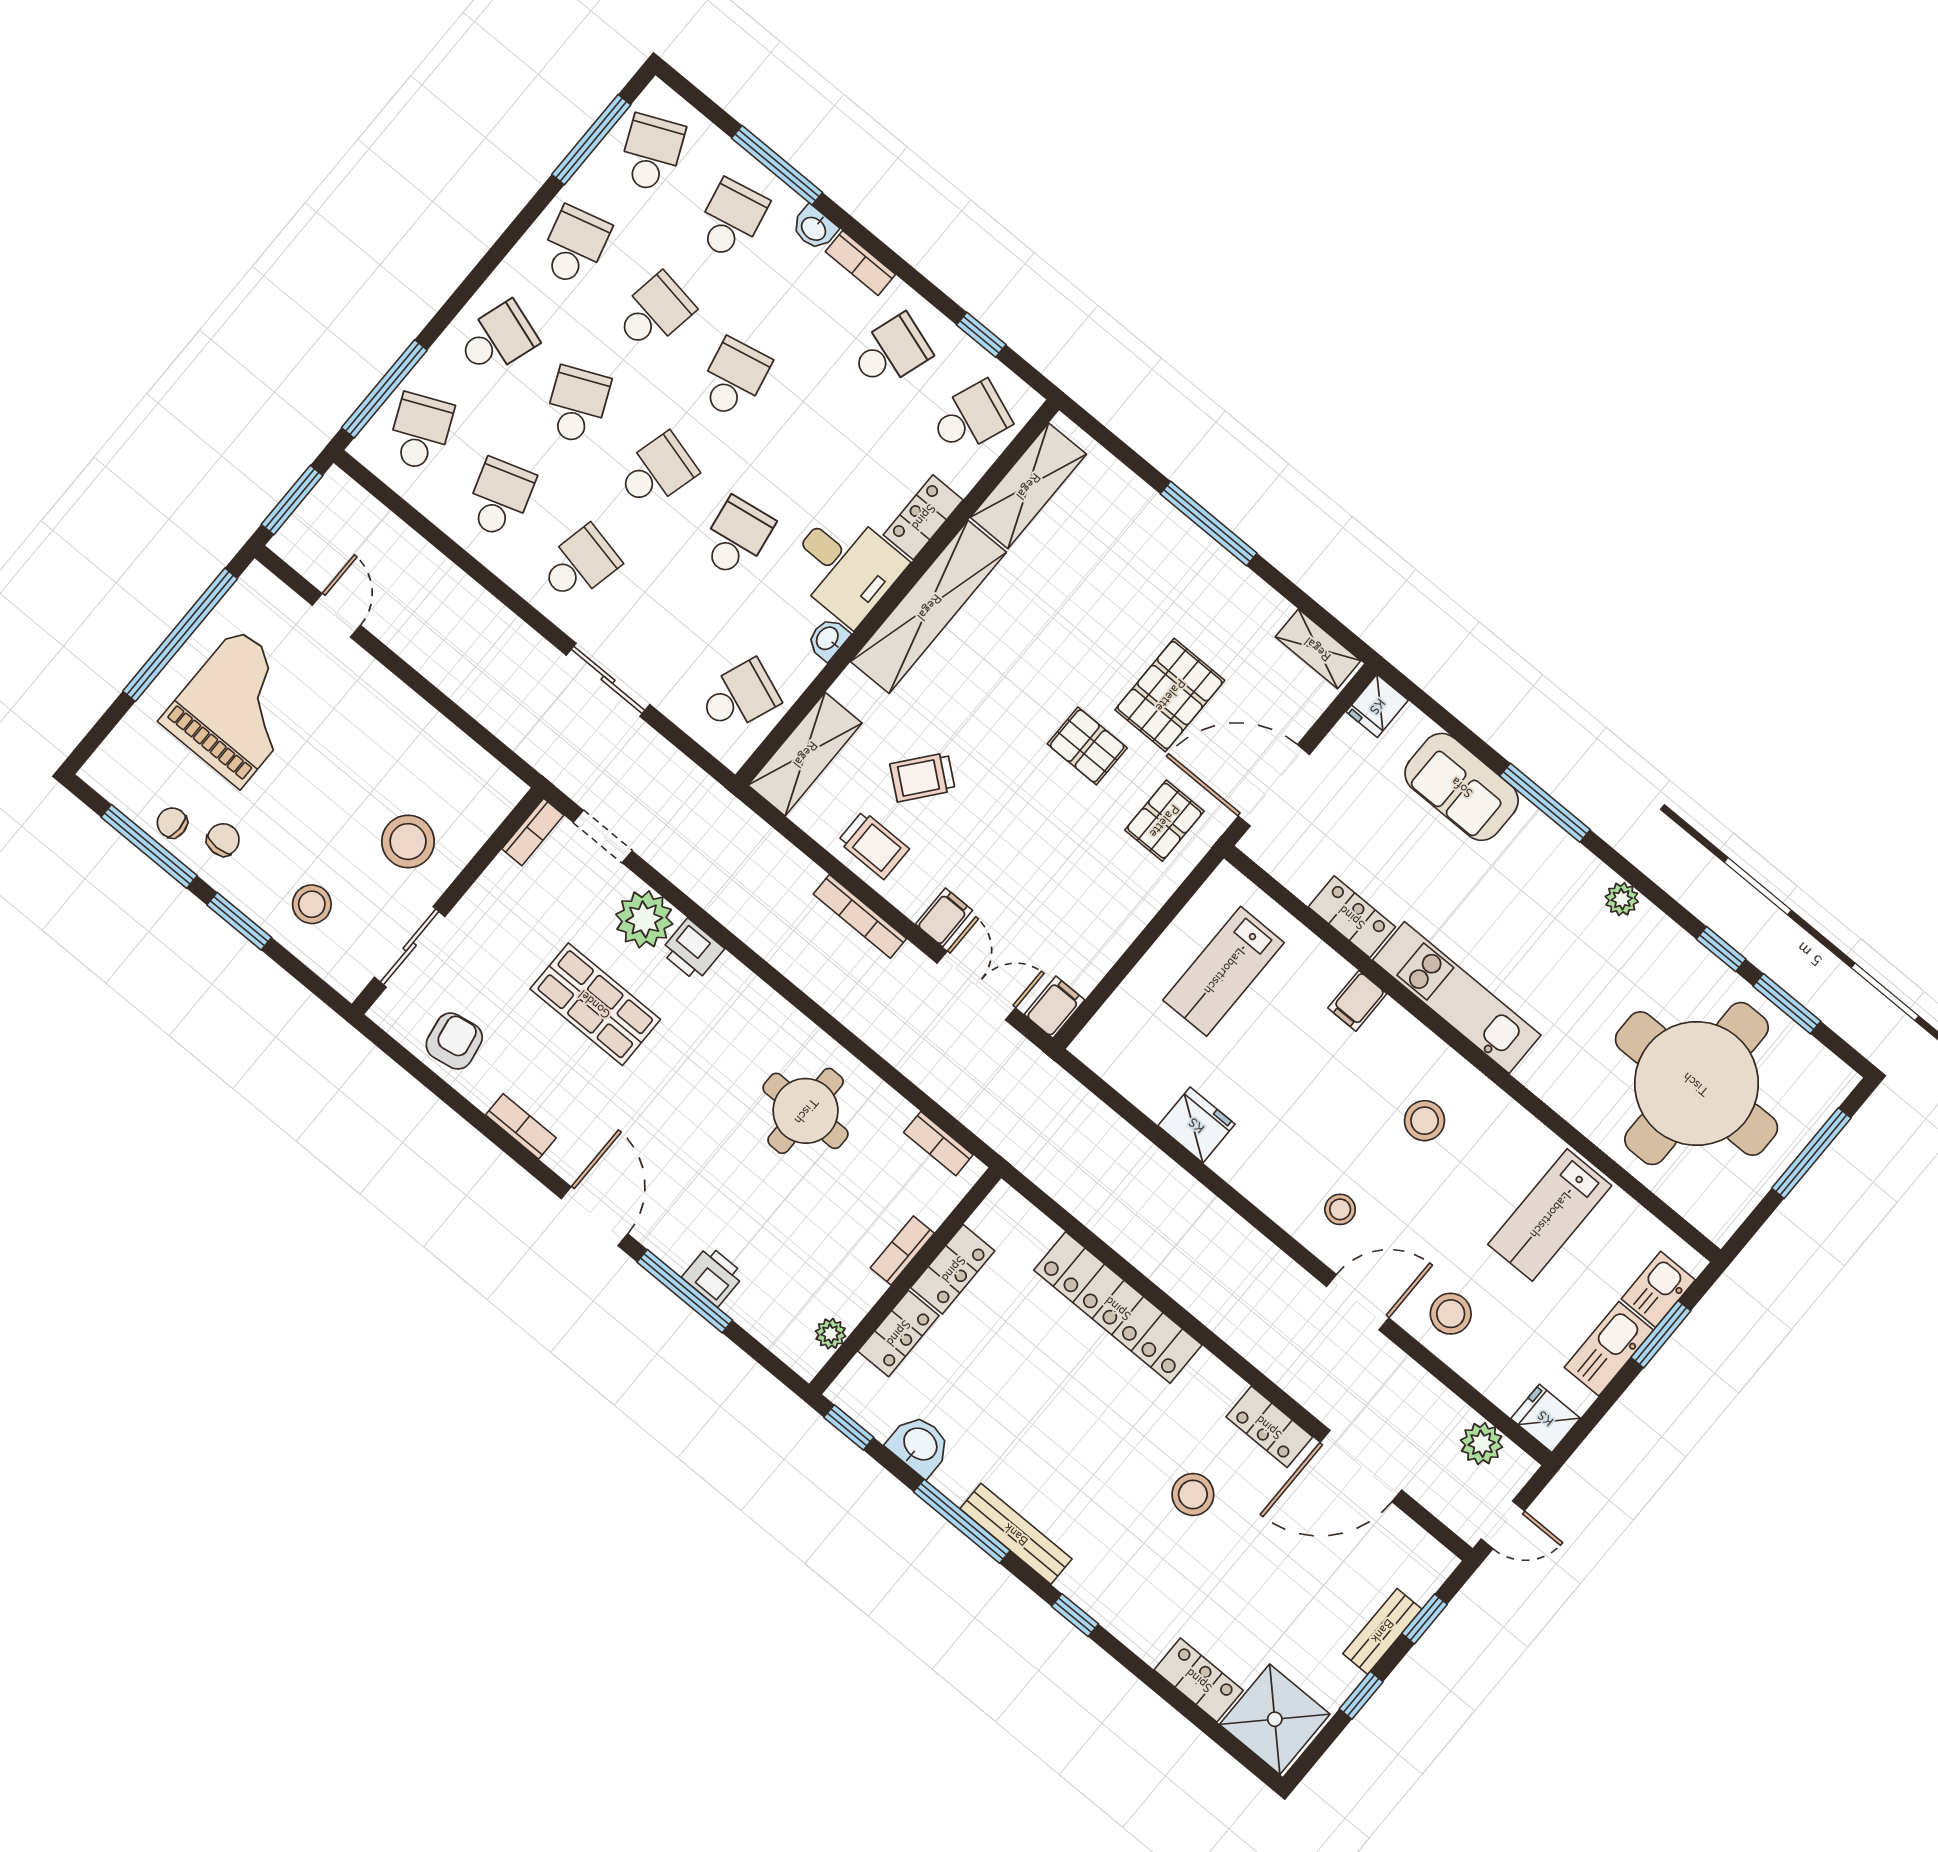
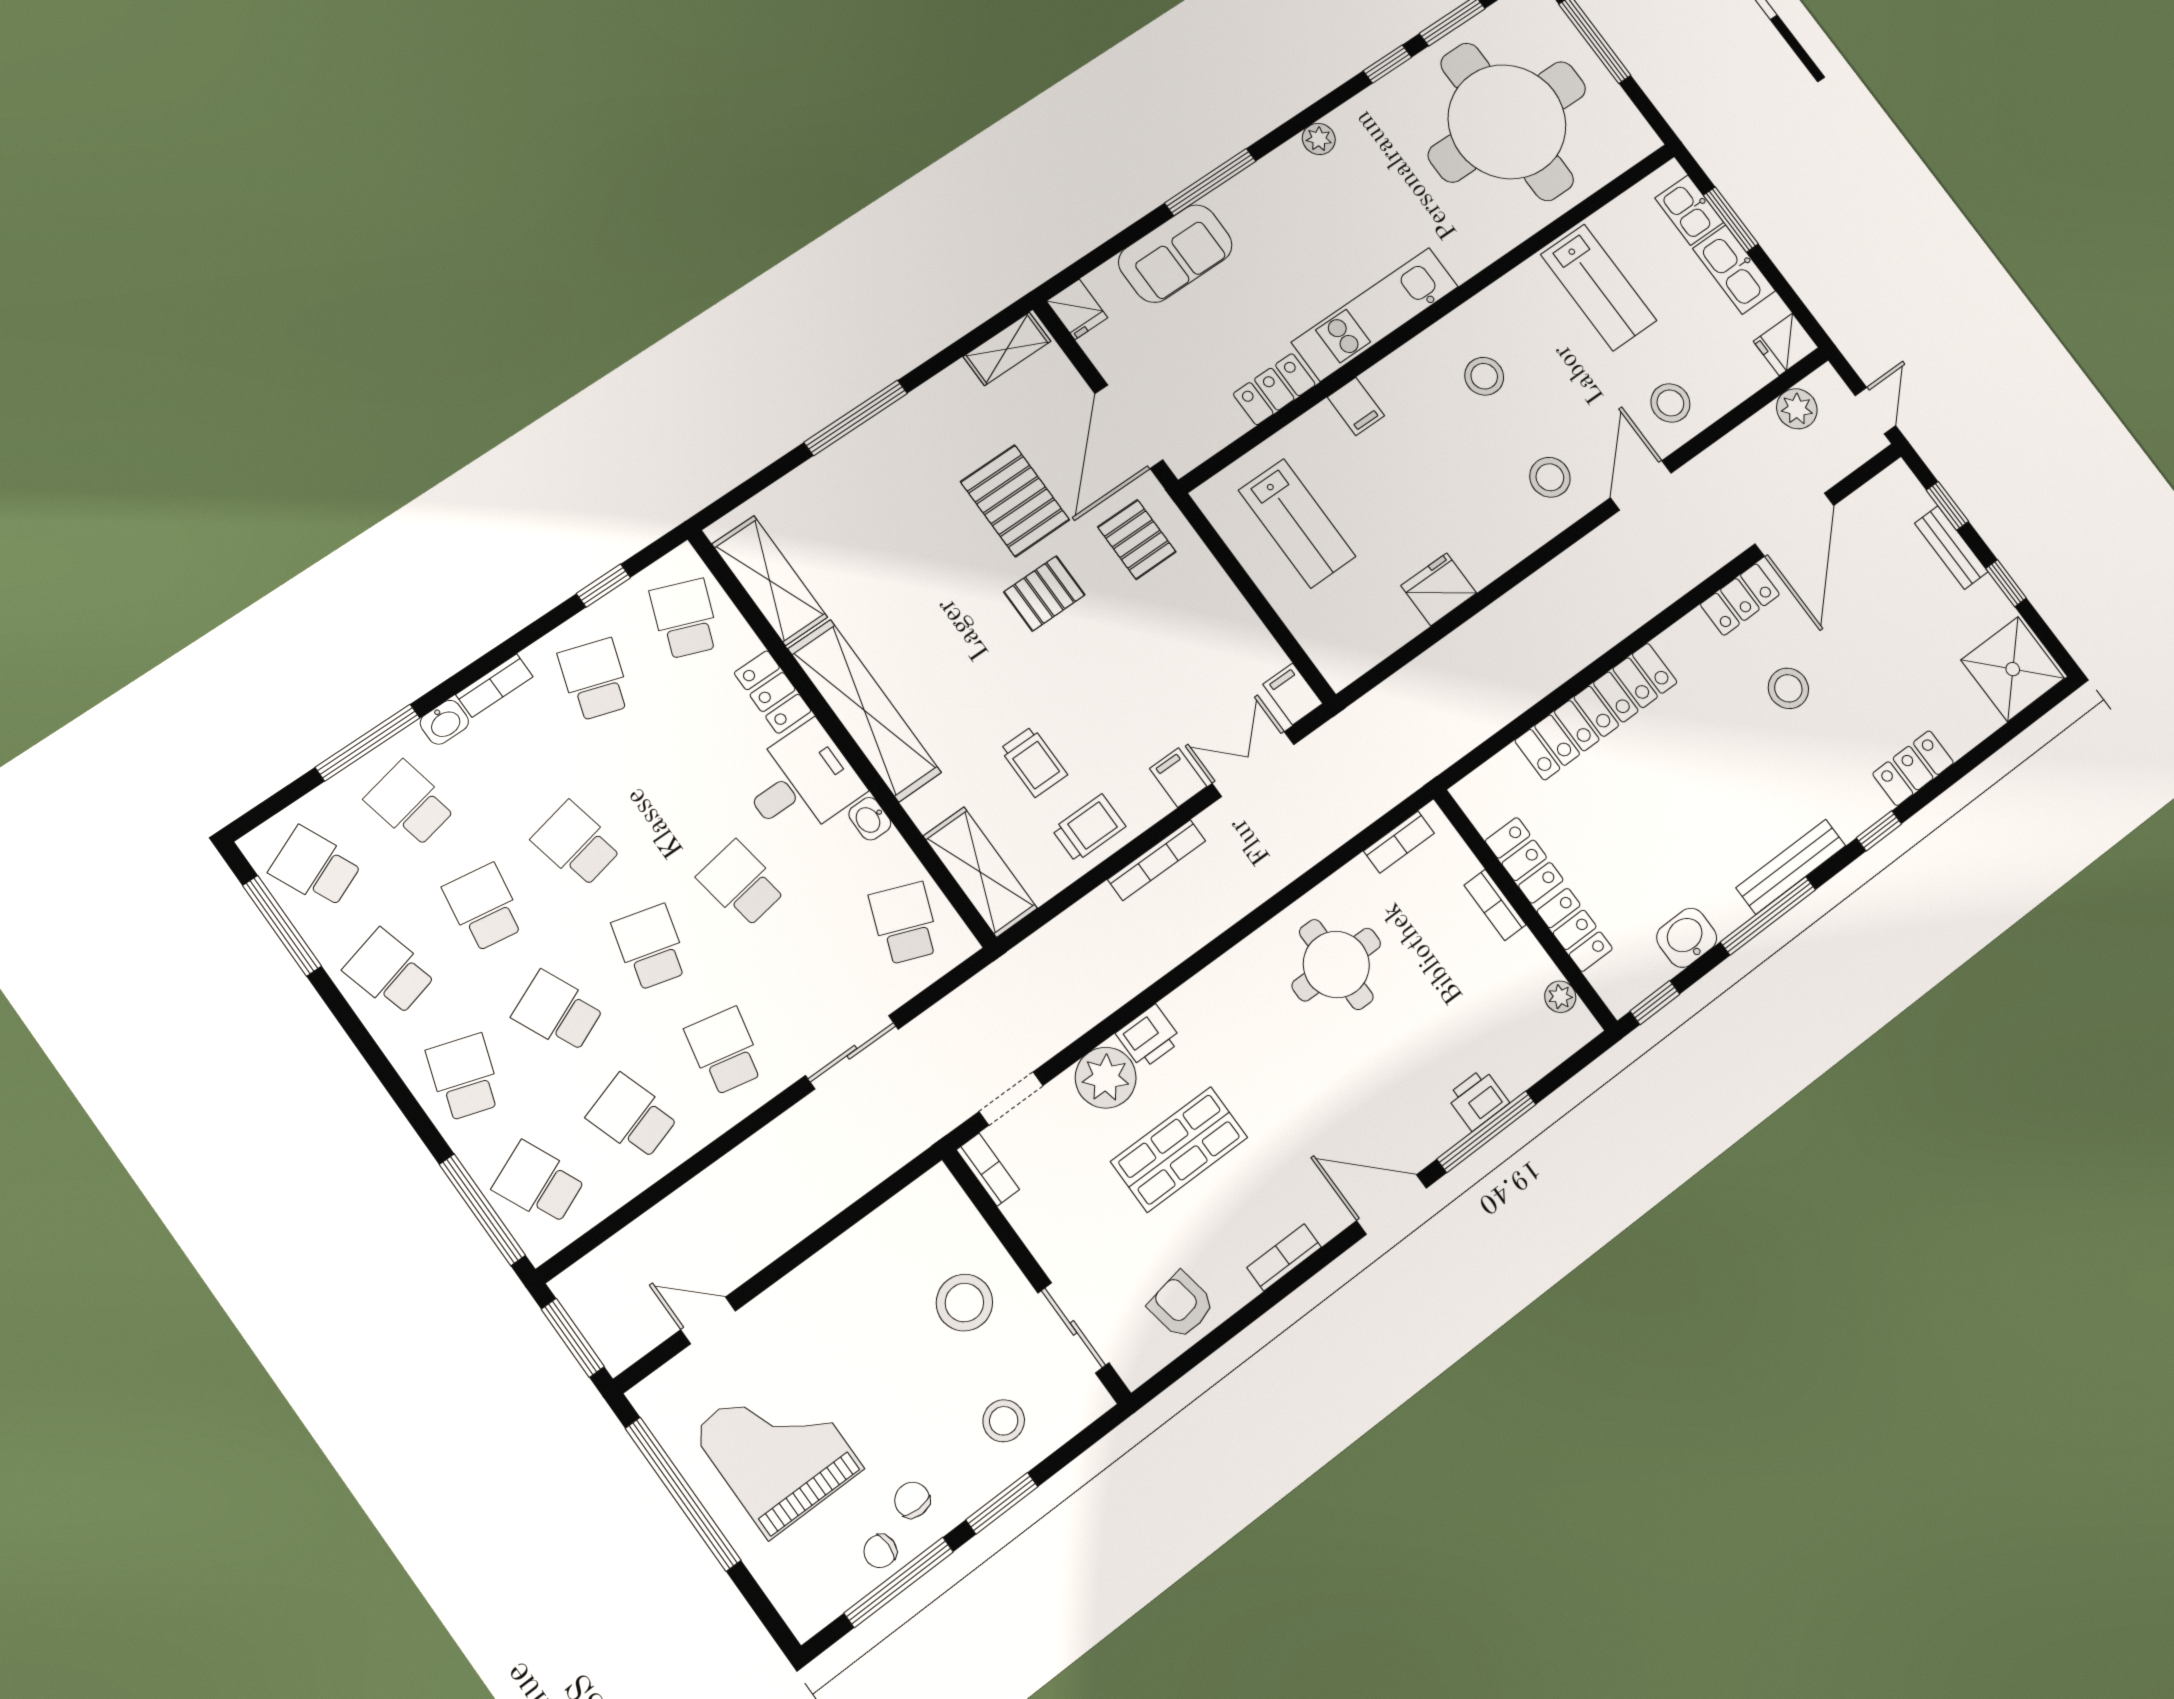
trolley: (923, 777) -> (1034, 762), turned -39
stool: (1340, 1209) -> (1550, 477), width x1.37, depth x1.37
locker: (1199, 1680) -> (1913, 768), moved

